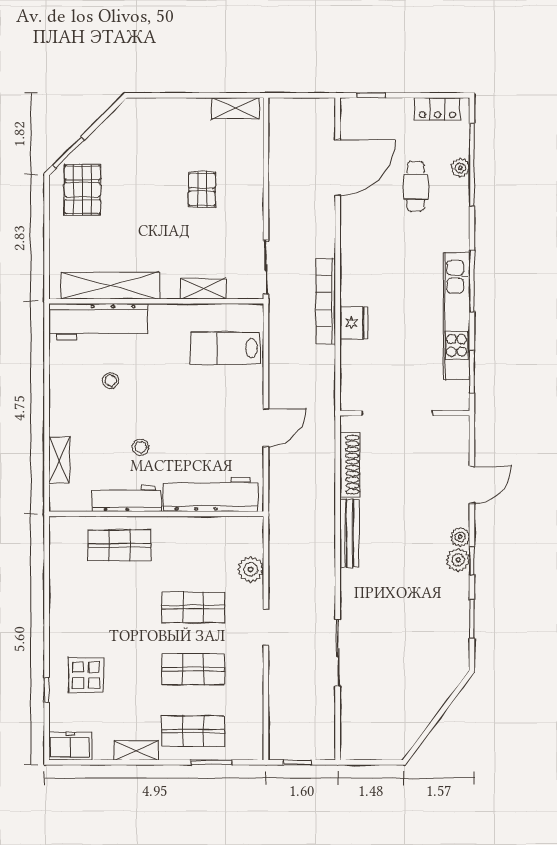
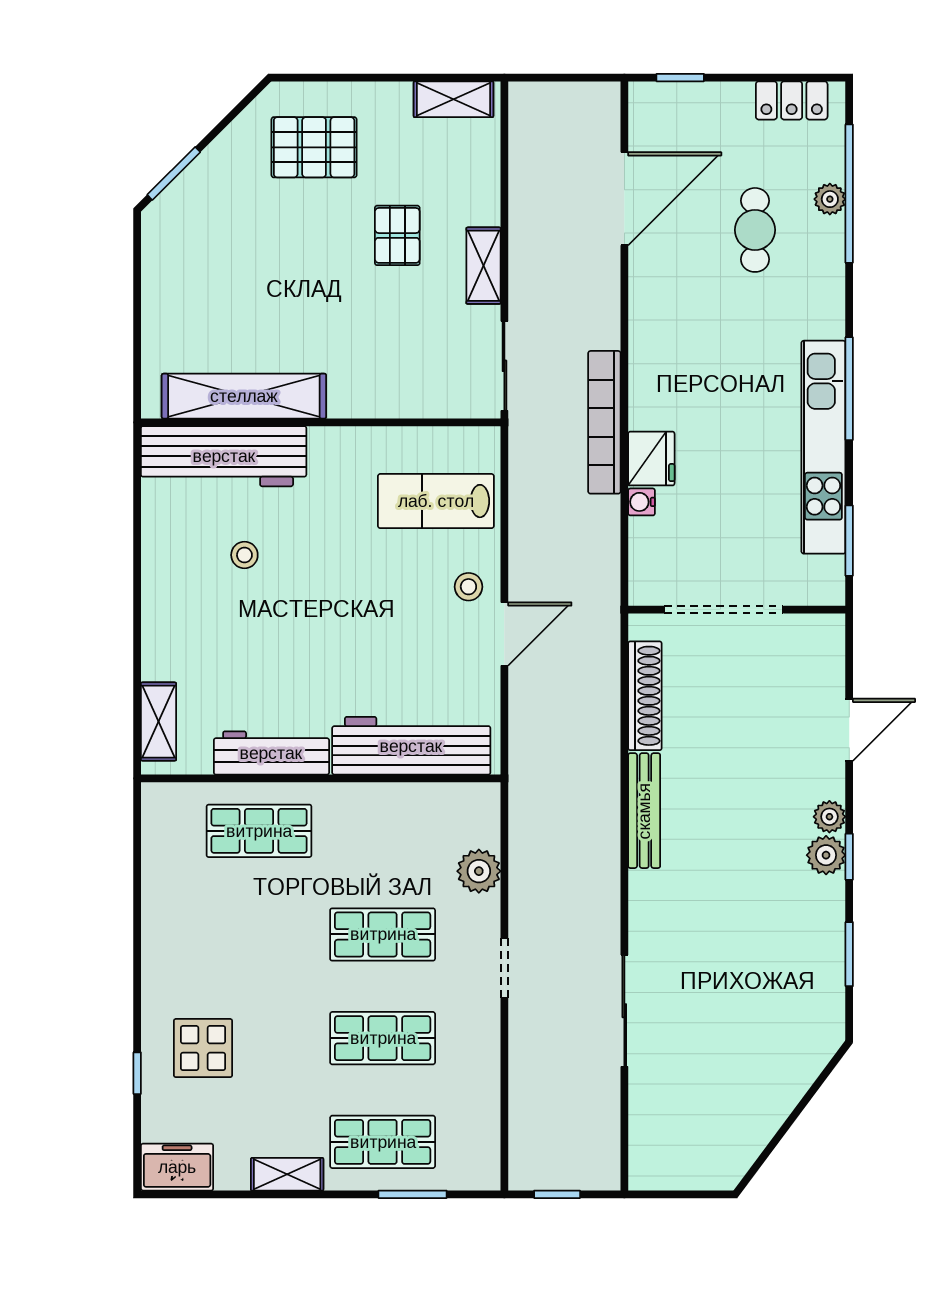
pallet: (83, 190) -> (314, 147), moved, turned 90
shelving: (203, 289) -> (483, 266), moved, turned 90
water cooler: (348, 349) -> (642, 502), added
stool: (141, 447) -> (468, 587), moved
shelving: (59, 460) -> (159, 722), moved

